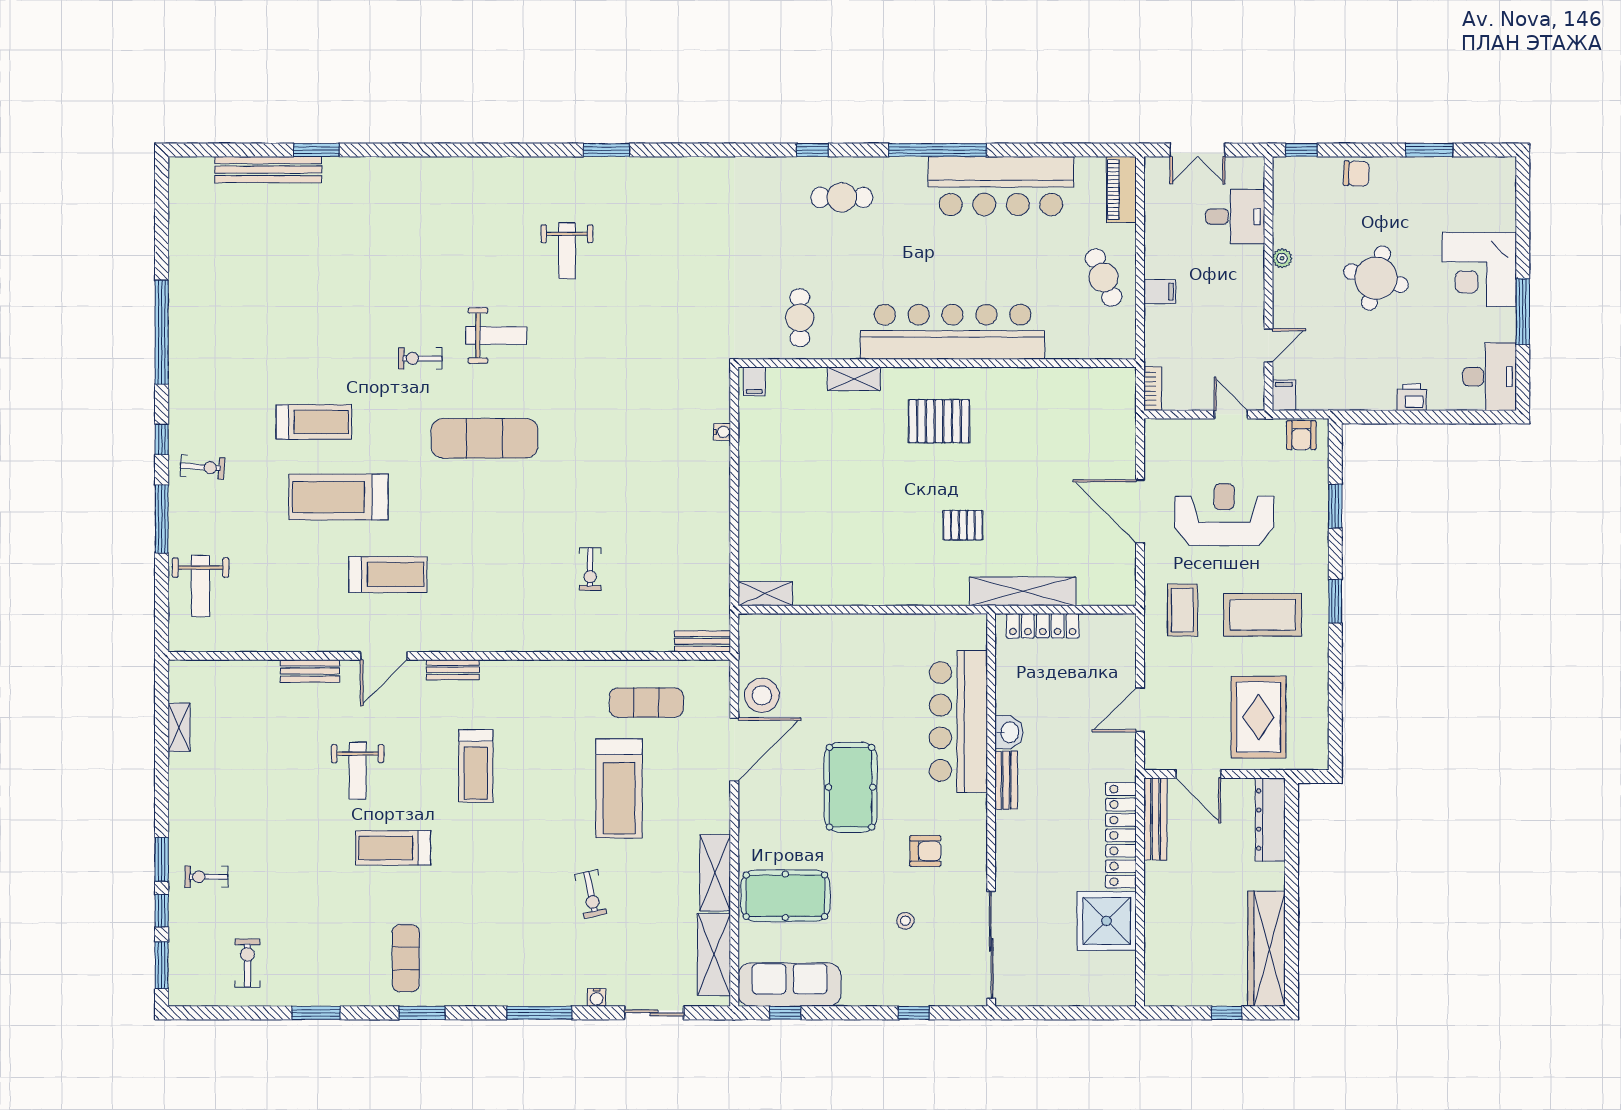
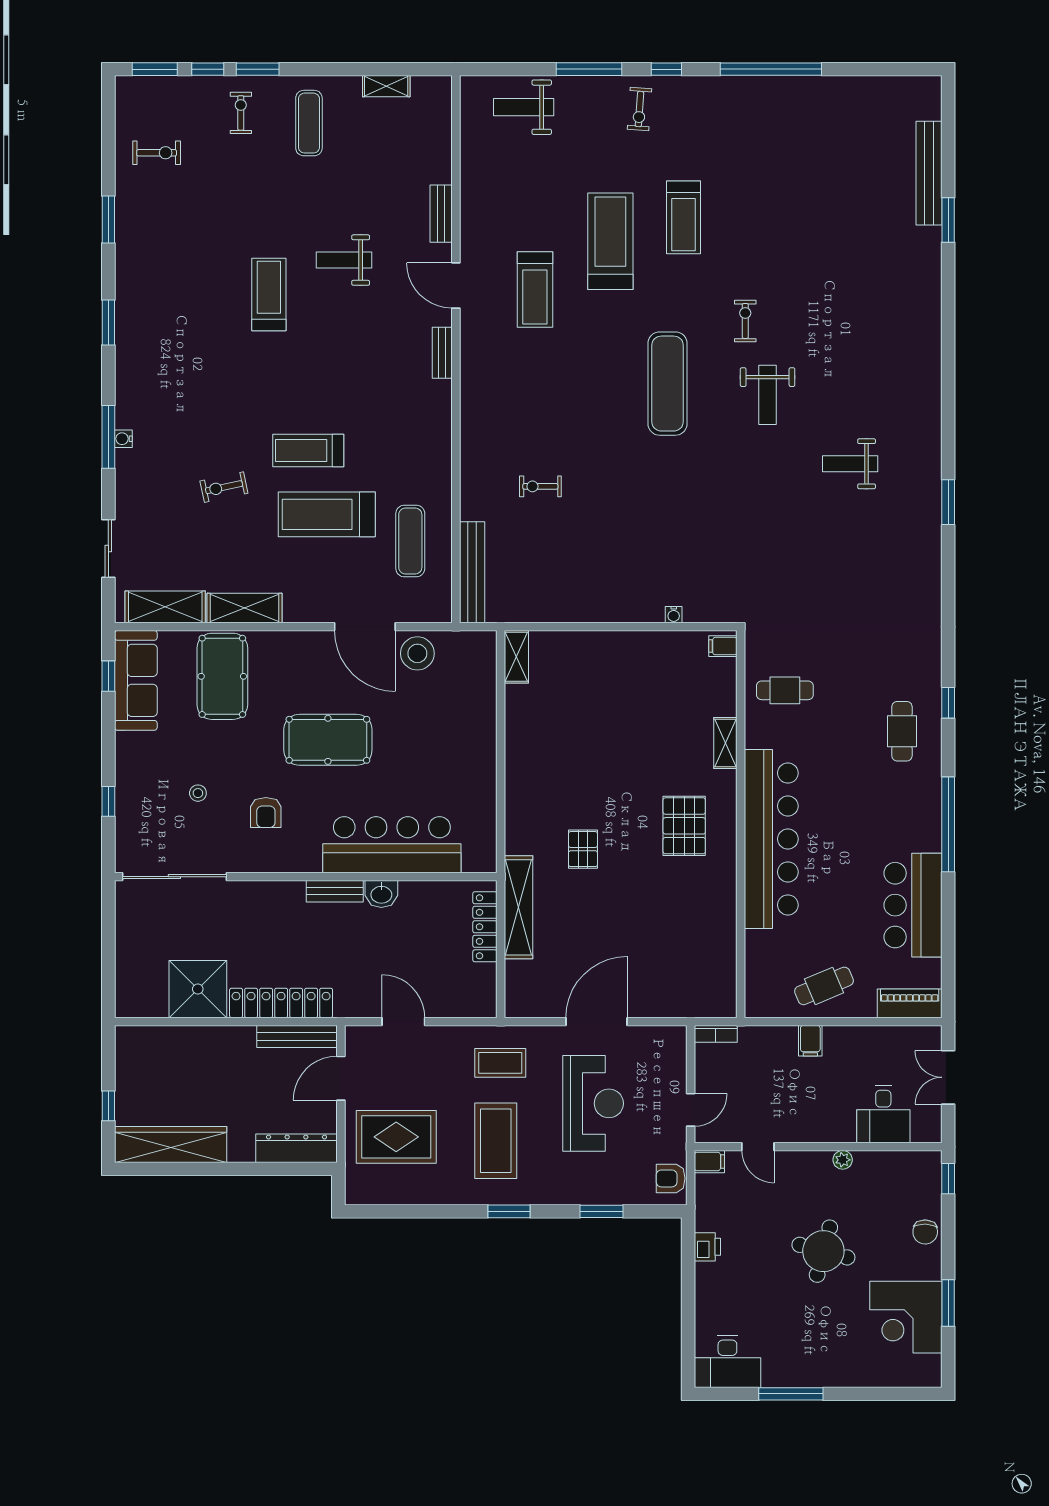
bar counter: (1001, 186) -> (913, 905), width x0.73
corner desk: (1479, 269) -> (906, 1317), moved, turned -90
printer: (1412, 397) -> (707, 1247), moved
bench: (703, 641) -> (472, 572), width x1.86, depth x1.21
treadmill: (476, 766) -> (308, 450), moved
exercise mat: (406, 958) -> (309, 123), moved, turned 90
water cooler: (597, 997) -> (123, 439), moved

